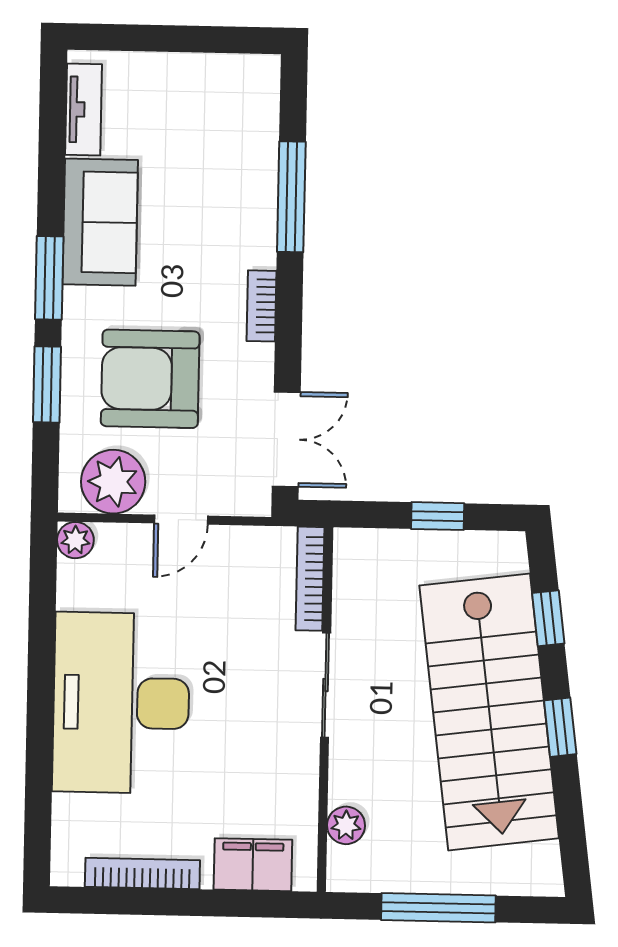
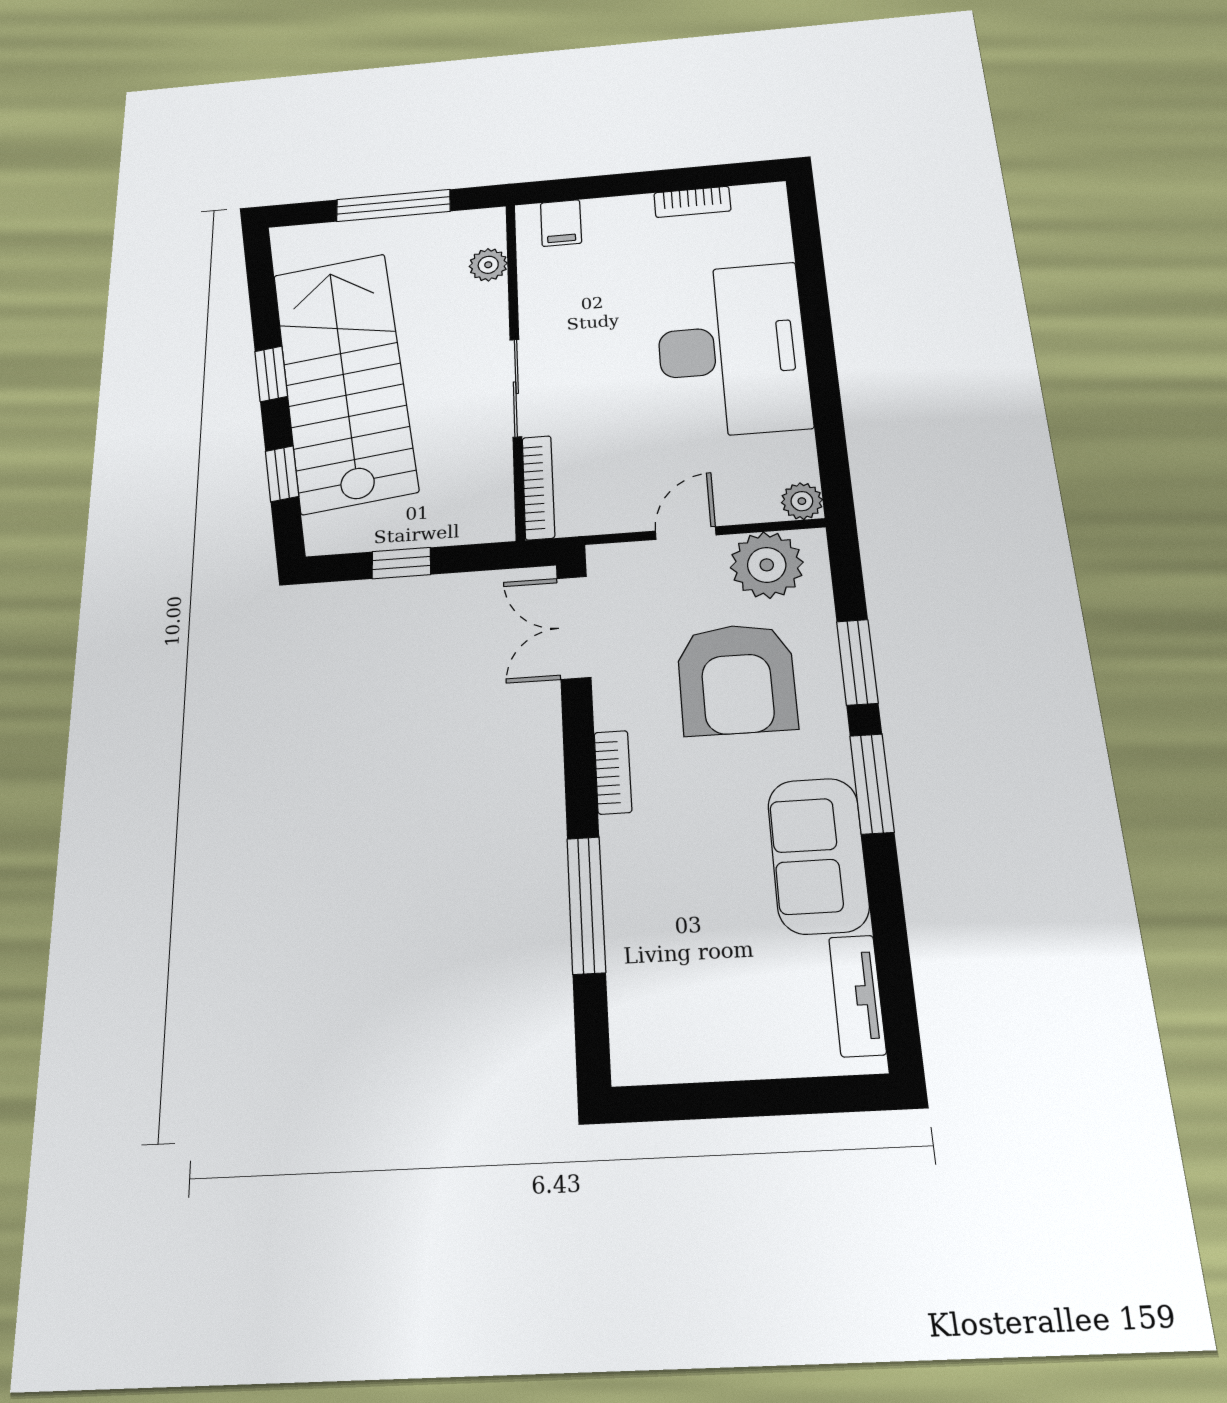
armchair: (150, 379) -> (737, 679), turned 90
filing cabinet: (253, 865) -> (561, 223), width x0.50
bookcase: (142, 874) -> (692, 202), width x0.64

